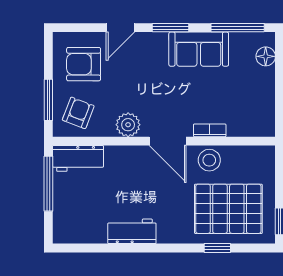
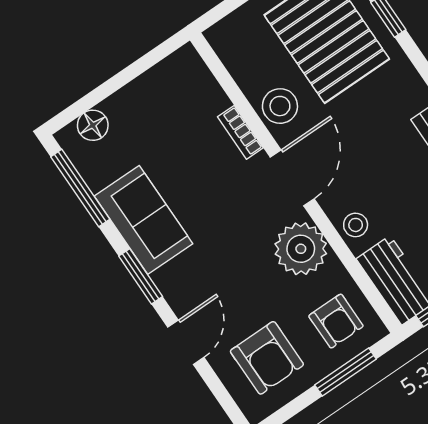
door: (120, 28) -> (186, 342), hinge flipped
armchair: (78, 113) -> (336, 321), turned -111
plant: (128, 125) -> (301, 249), width x1.36, depth x1.36
stool: (121, 157) -> (356, 225), added

